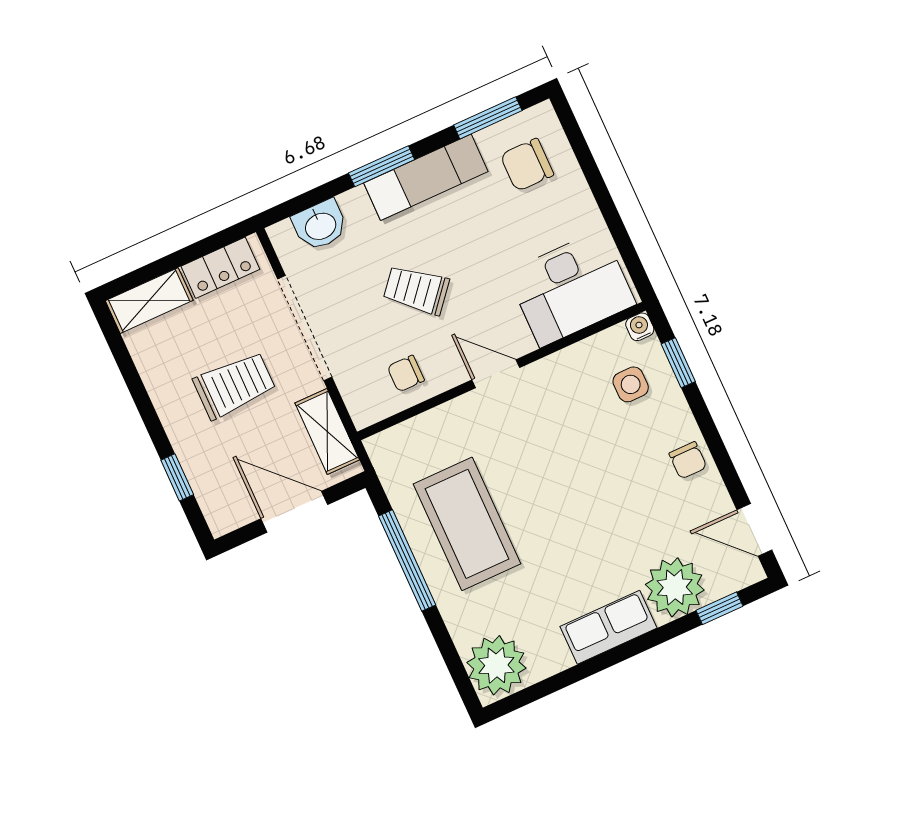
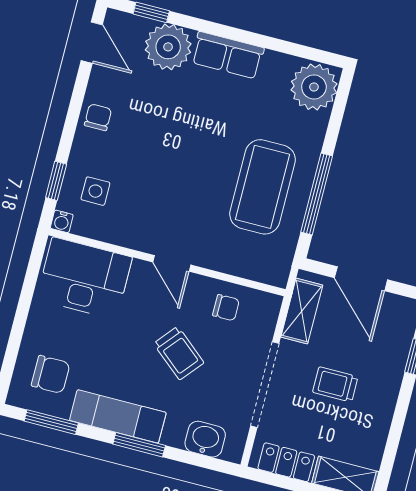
trolley: (234, 385) -> (335, 384), width x0.73, depth x0.72

